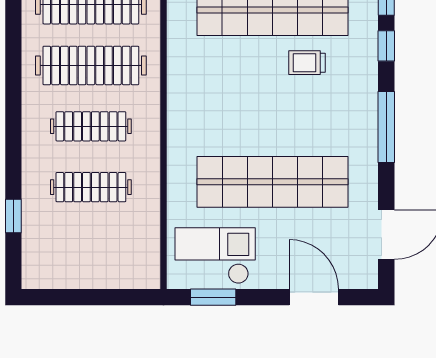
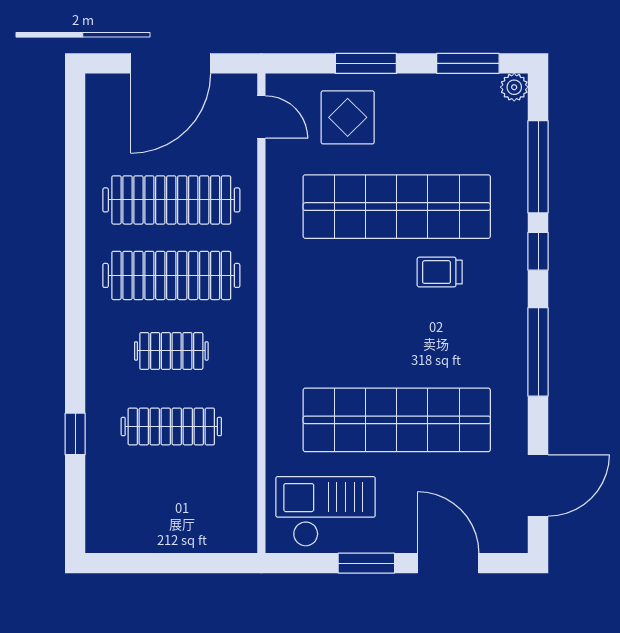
clothes rail: (91, 126) -> (171, 351), width x0.73
window: (13, 216) -> (75, 434), moved
window: (213, 297) -> (366, 563), moved

